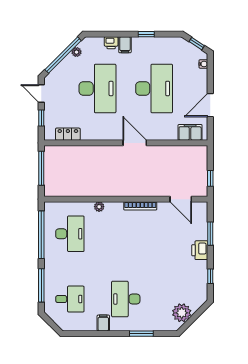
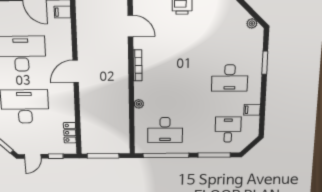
filing cabinet: (190, 132) -> (63, 12), width x0.50
door: (181, 199) -> (130, 26), hinge flipped
desk: (70, 234) -> (165, 130), turned 180
plant: (182, 313) -> (252, 23), width x0.53, depth x0.53
filing cabinet: (103, 323) -> (252, 110), moved

